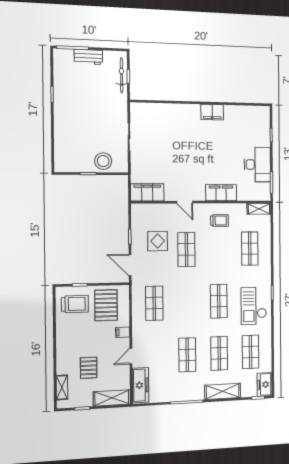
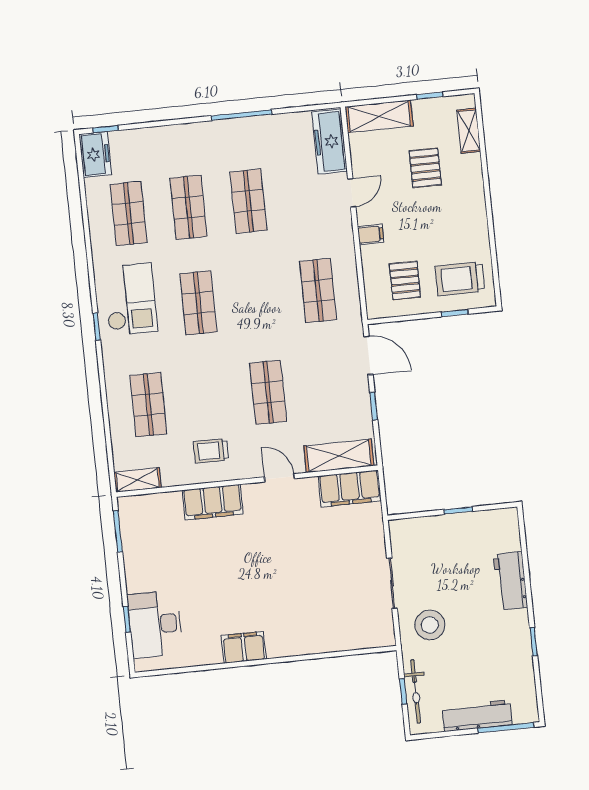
workbench: (88, 57) -> (477, 716), width x1.38
workbench: (62, 130) -> (511, 581), added
stool: (103, 161) -> (430, 625), moved
desk: (257, 165) -> (155, 624), moved
display table: (158, 241) -> (323, 403), removed
pallet: (106, 305) -> (405, 281), width x0.67, depth x0.71
shelving: (223, 391) -> (339, 456), moved

